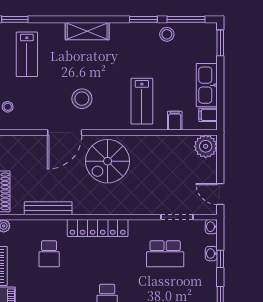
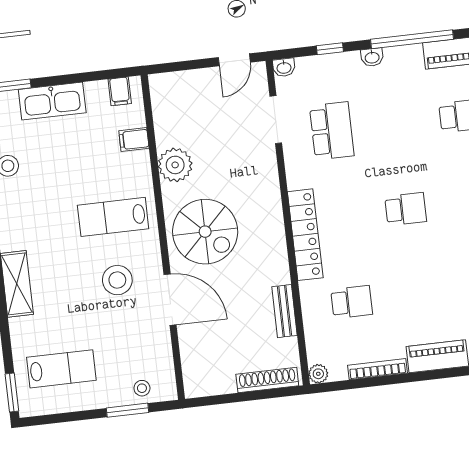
kitchen sink: (207, 85) -> (52, 101), moved
lab bench: (142, 101) -> (113, 217), moved, turned 180
plant: (206, 146) -> (175, 165), moved
bench: (48, 208) -> (285, 311), width x0.73
washbasin: (211, 254) -> (372, 57), moved

